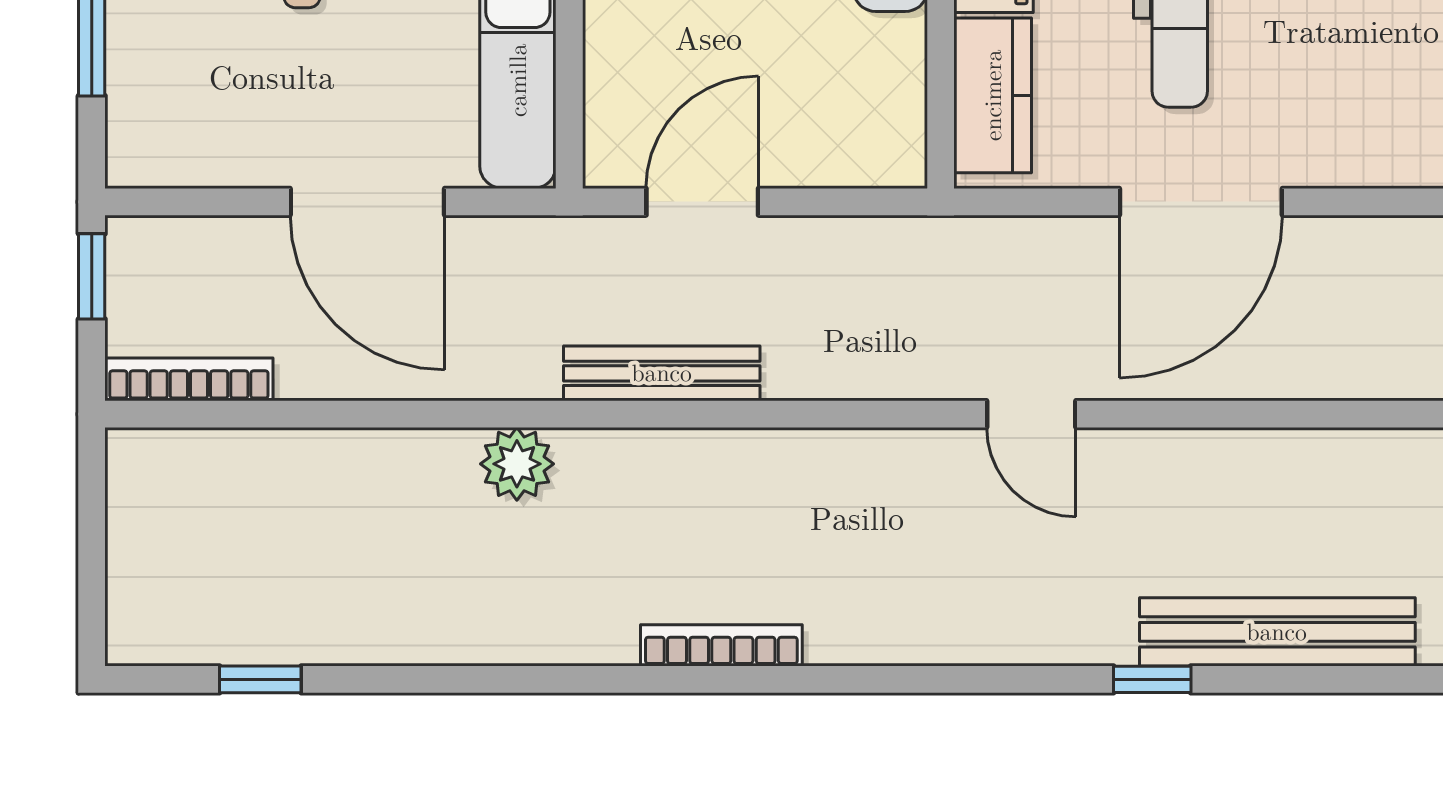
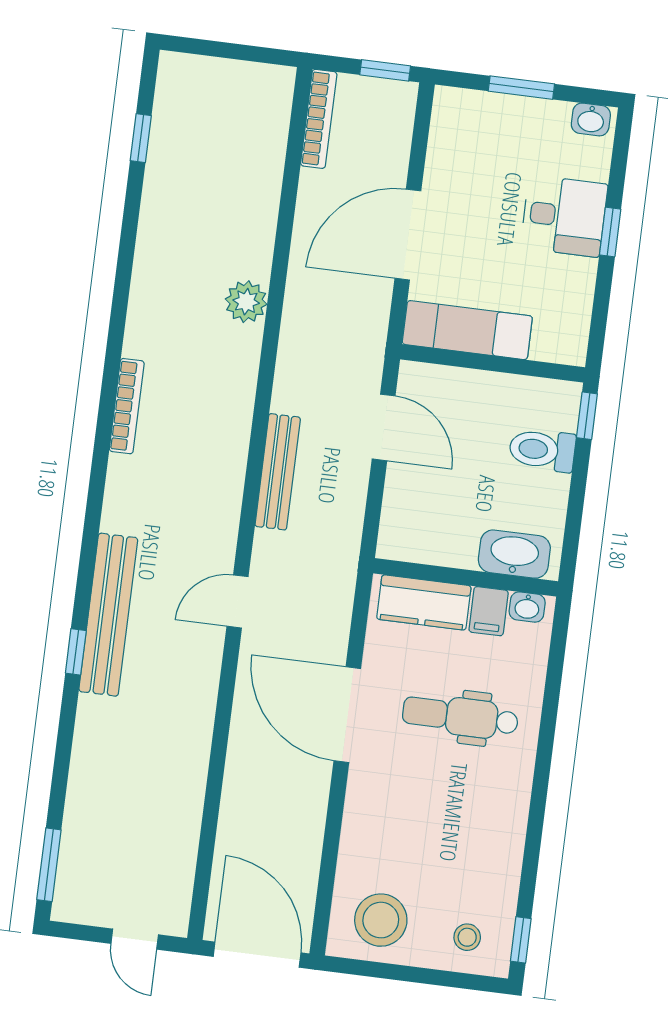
bench: (662, 373) -> (278, 472), moved
bench: (1277, 632) -> (108, 615), moved

